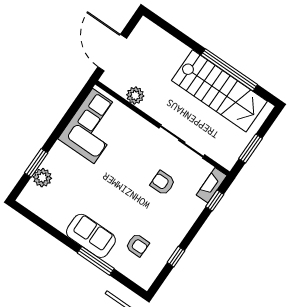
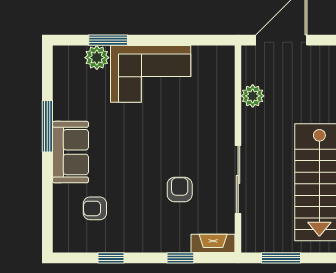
corner sofa: (93, 126) -> (151, 74), moved
window: (215, 201) -> (180, 258), moved
armchair: (137, 245) -> (95, 208), turned 90
window: (96, 261) -> (47, 126), moved

